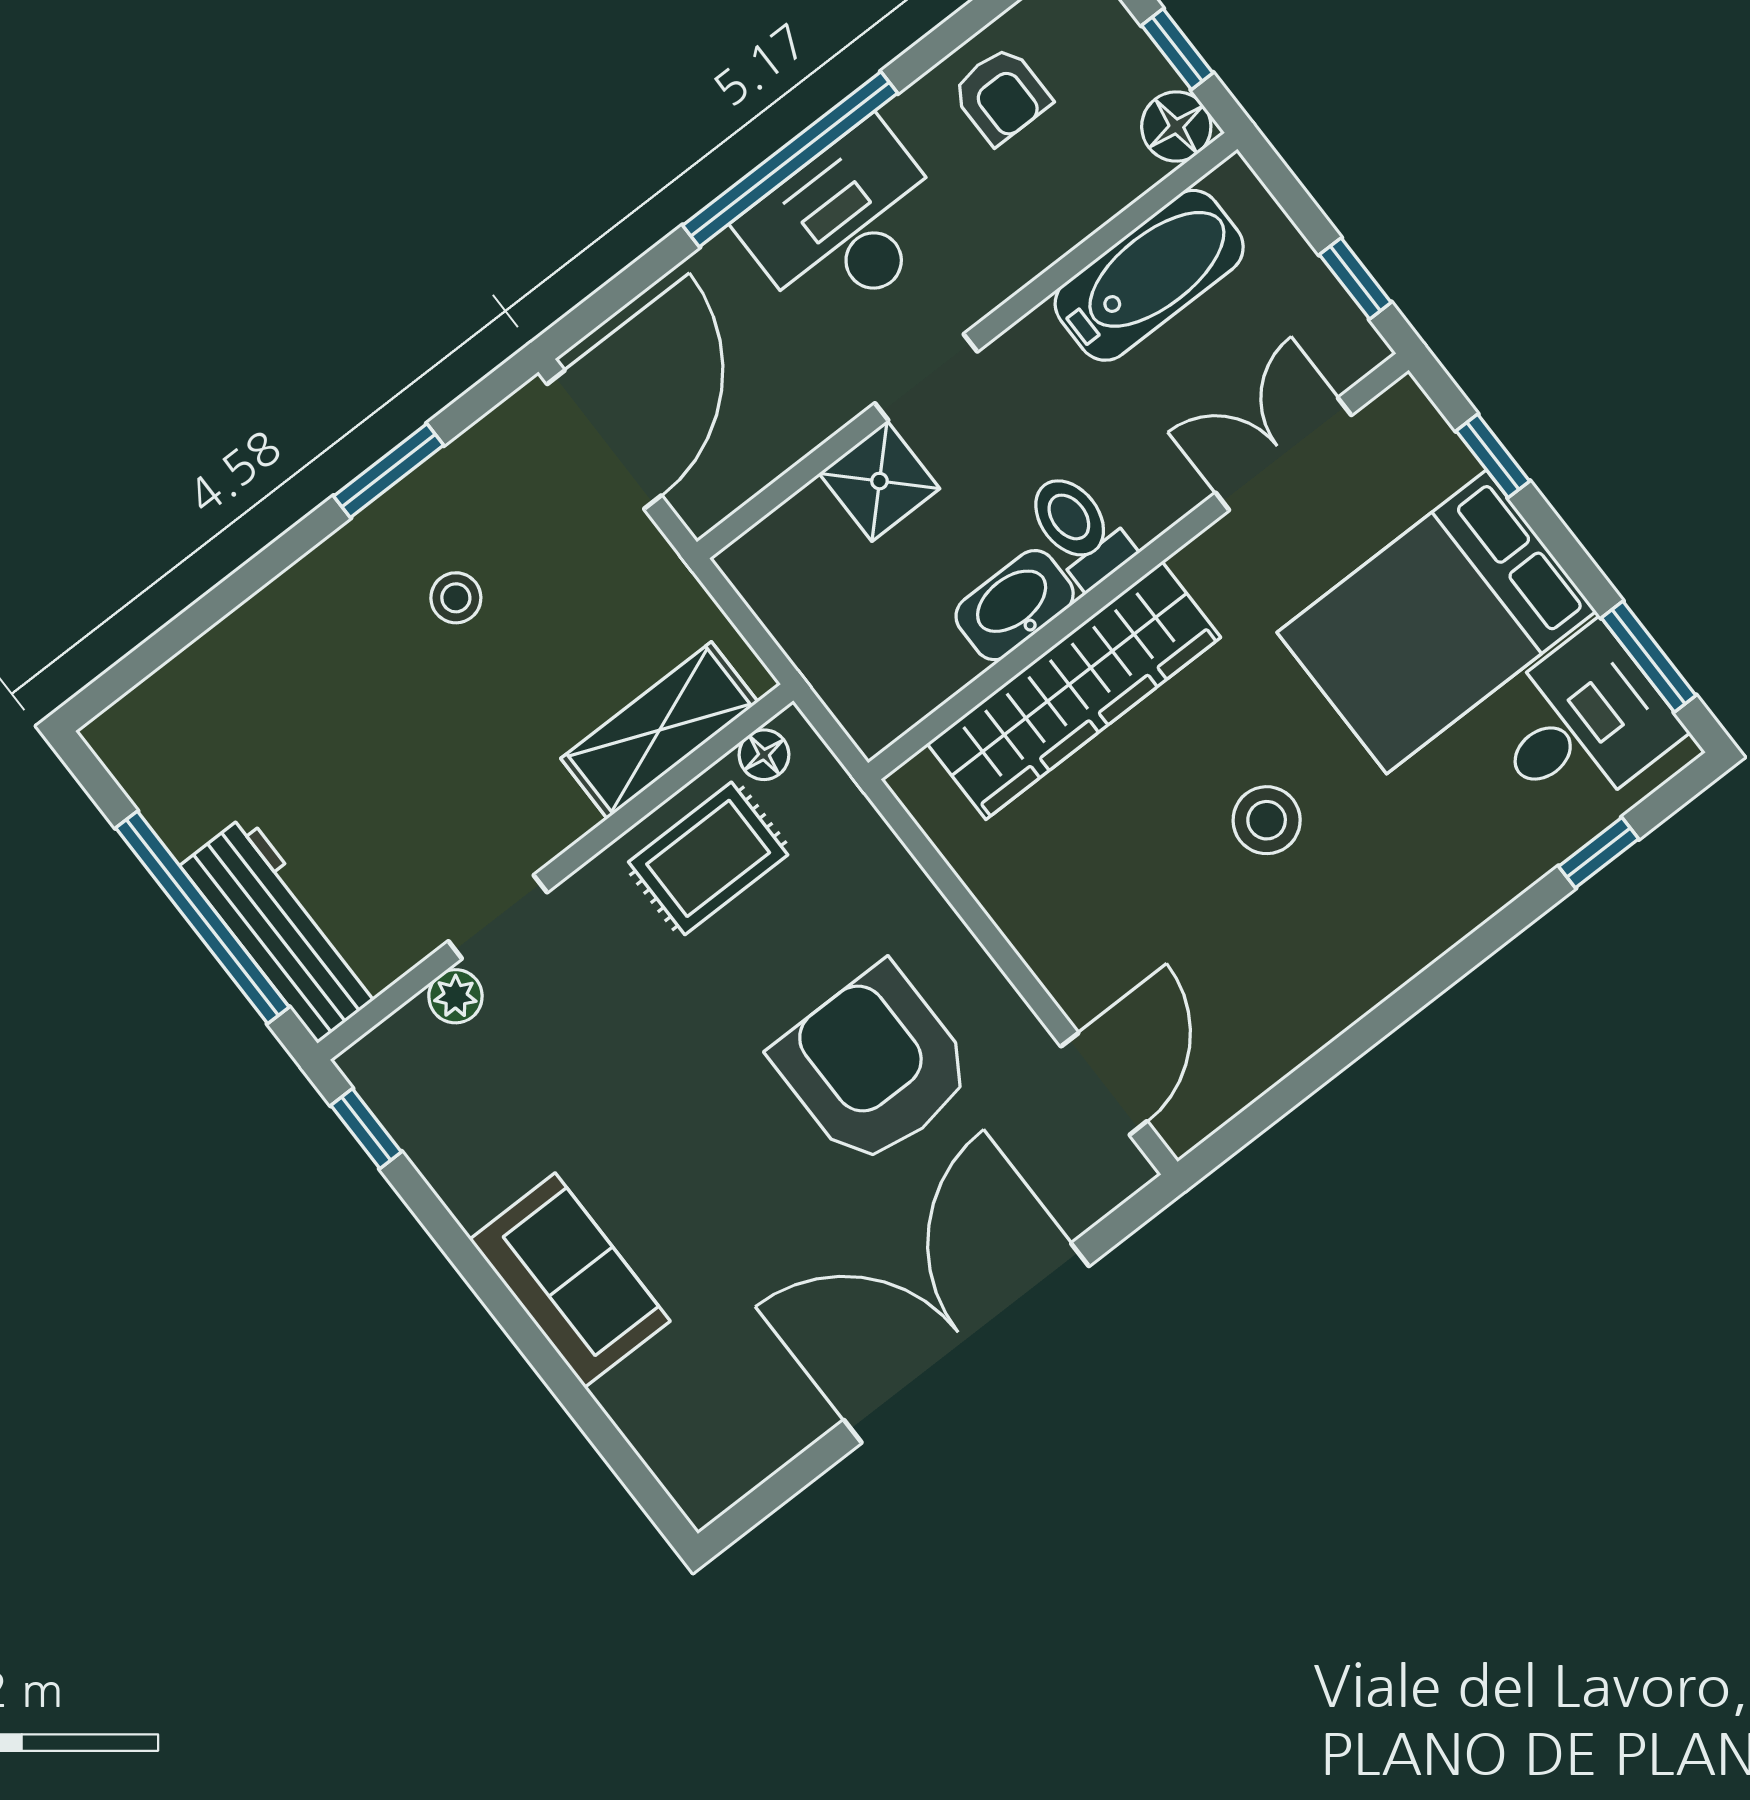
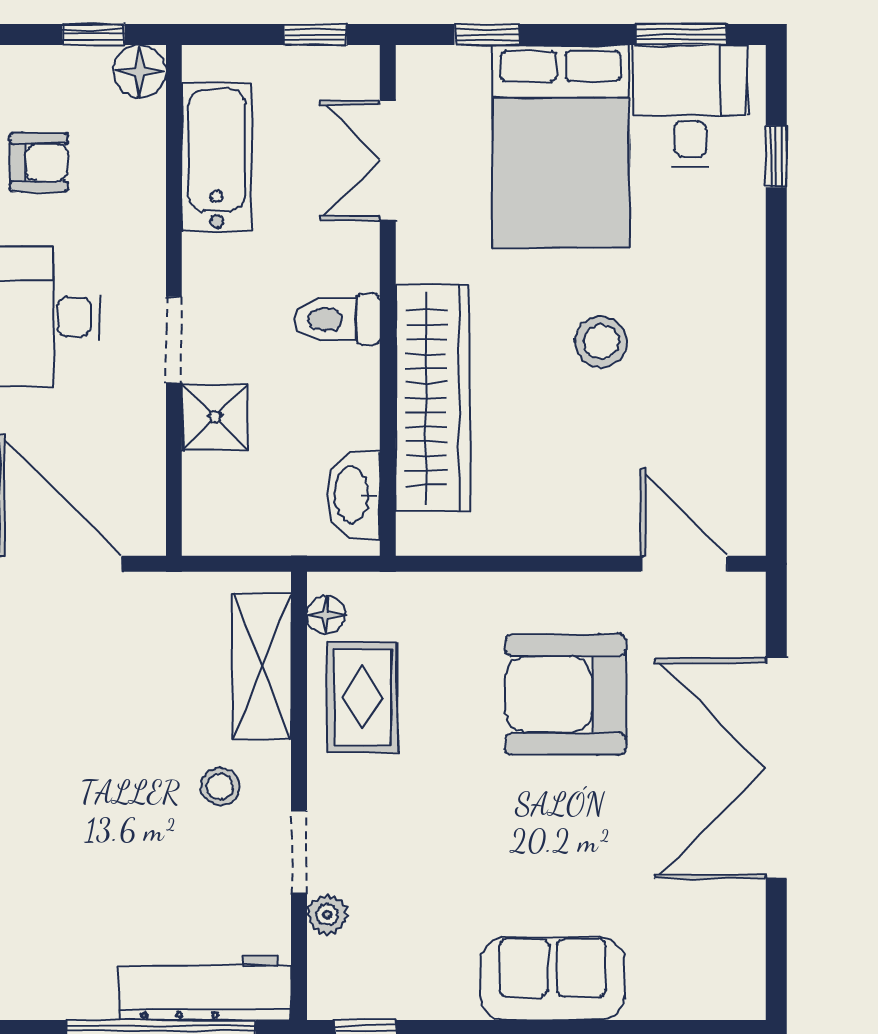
stool: (456, 598) -> (220, 786), moved
washbasin: (1015, 605) -> (353, 495), moved

